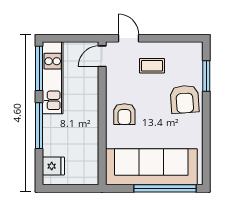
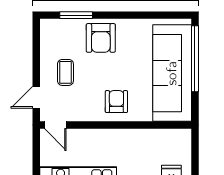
armchair: (185, 99) -> (101, 38), turned 94
armchair: (124, 114) -> (116, 102), turned -90

